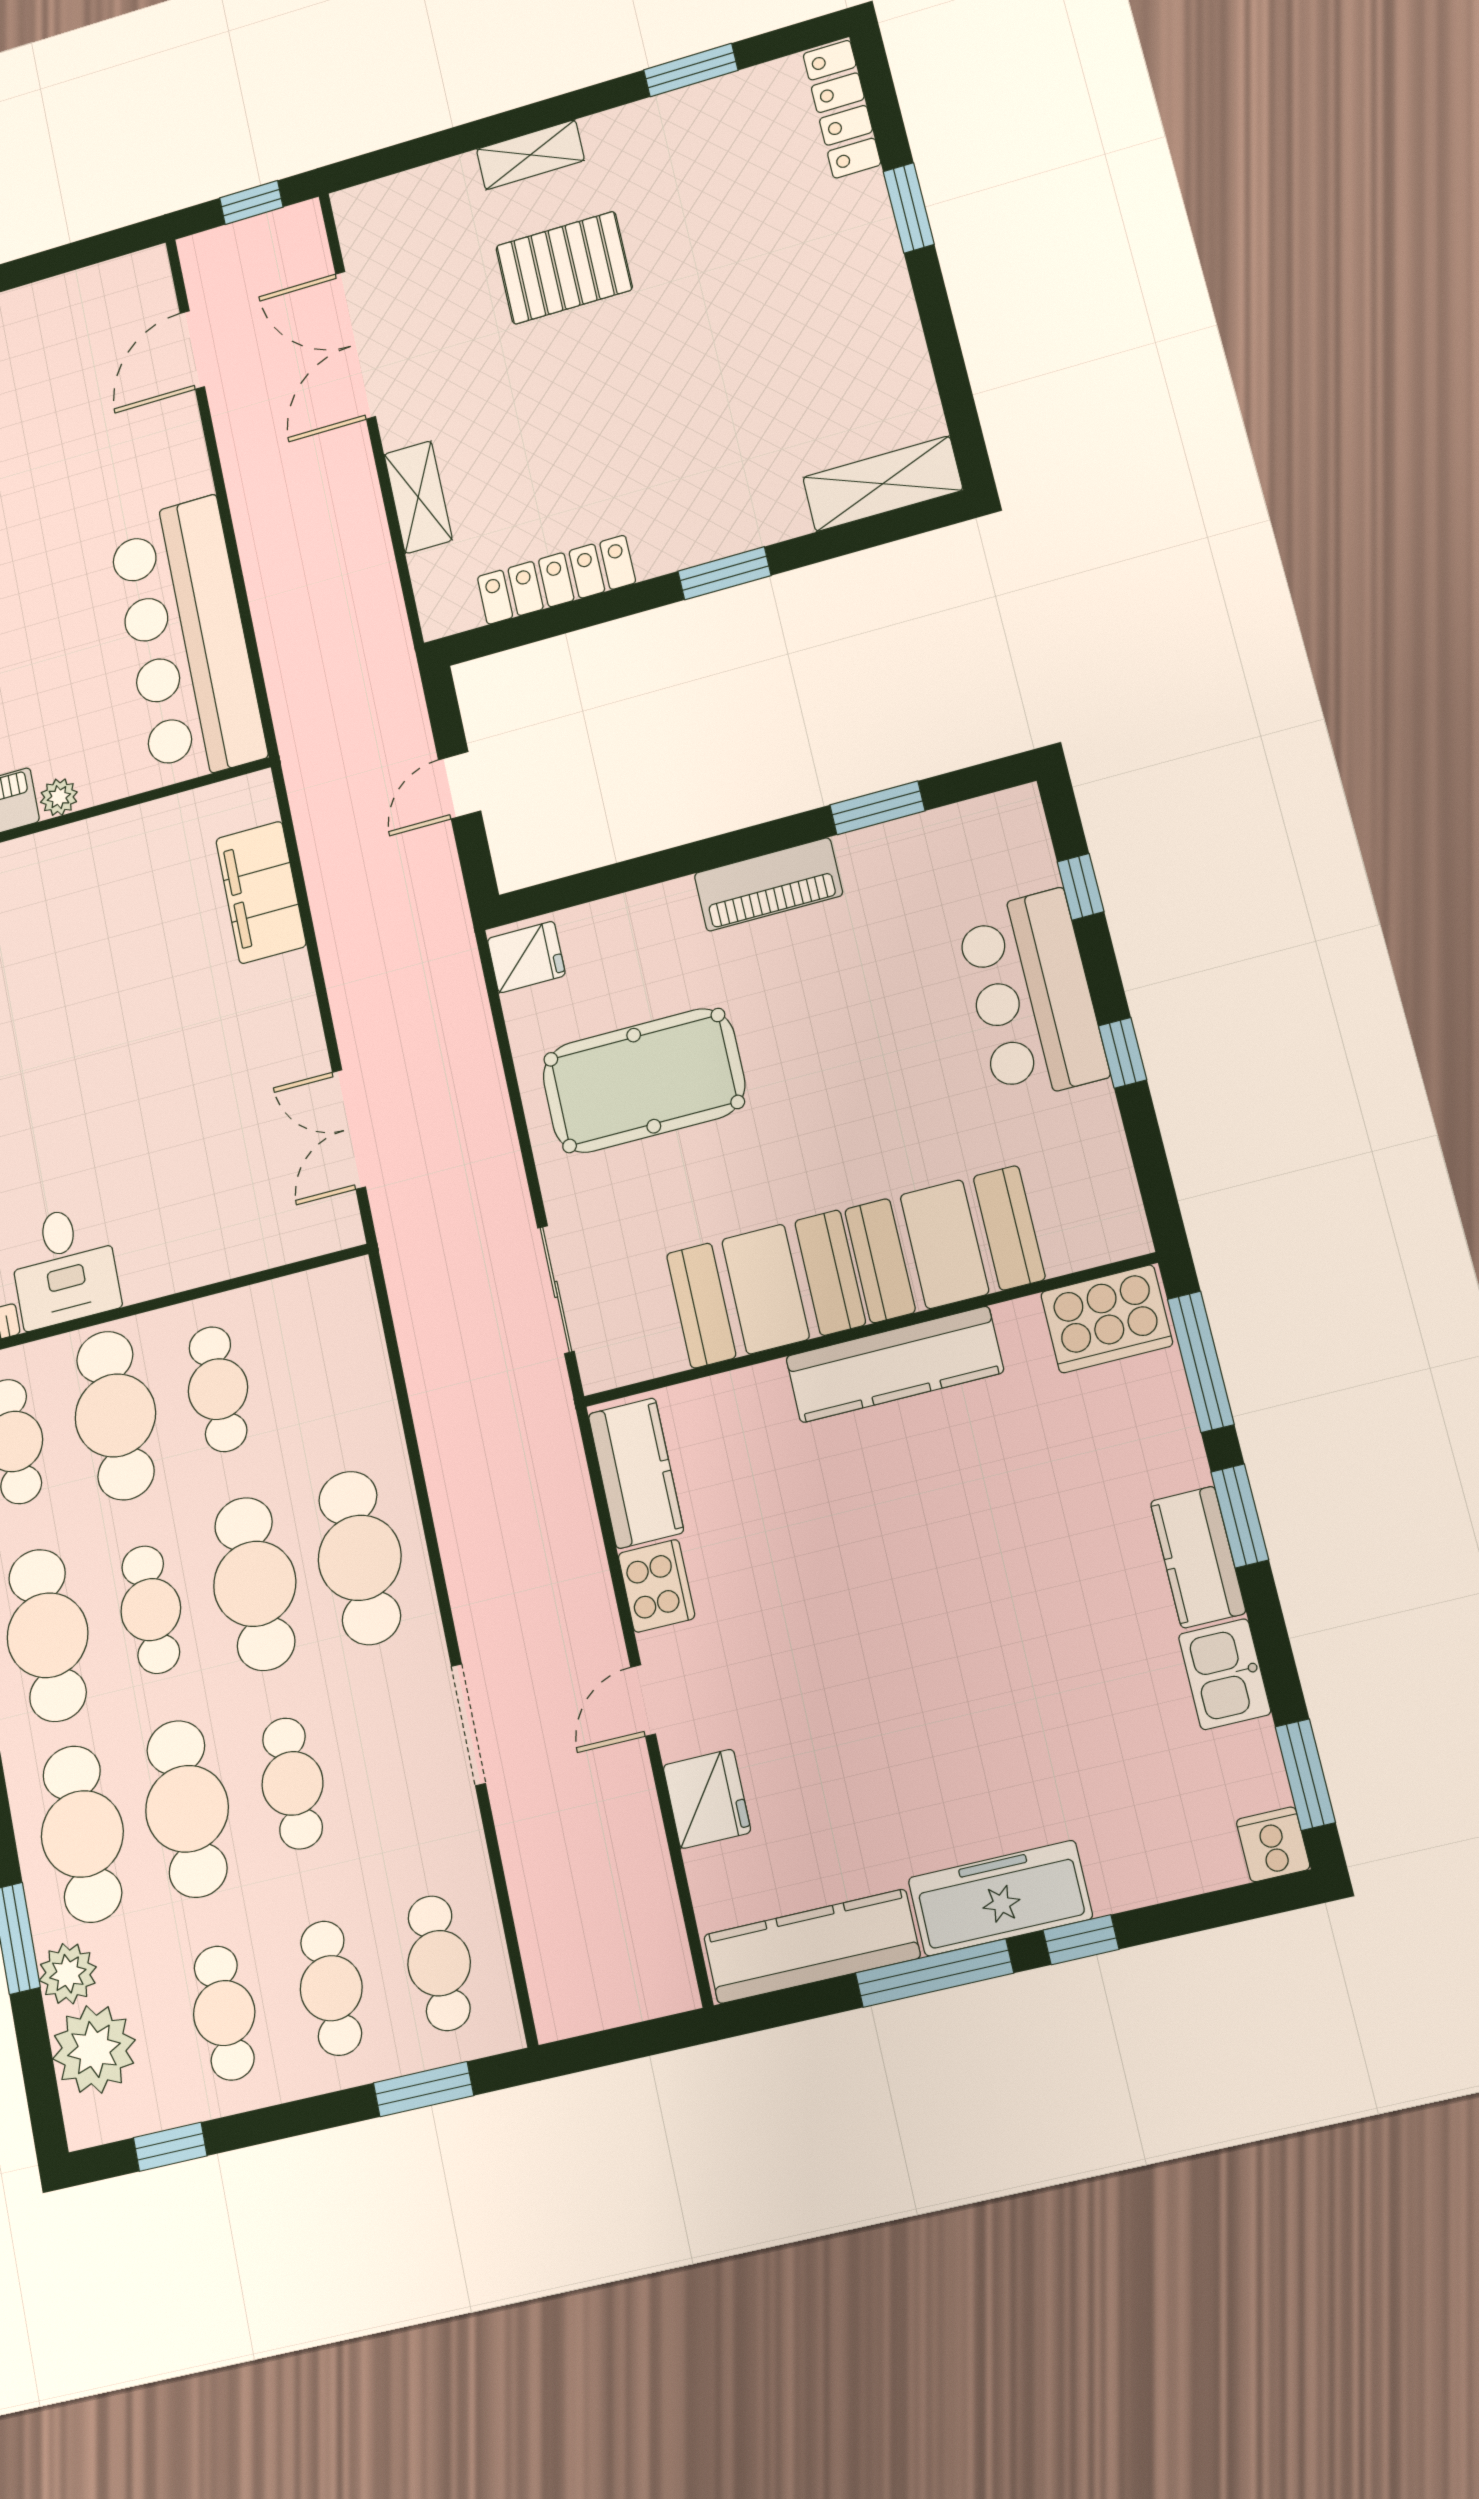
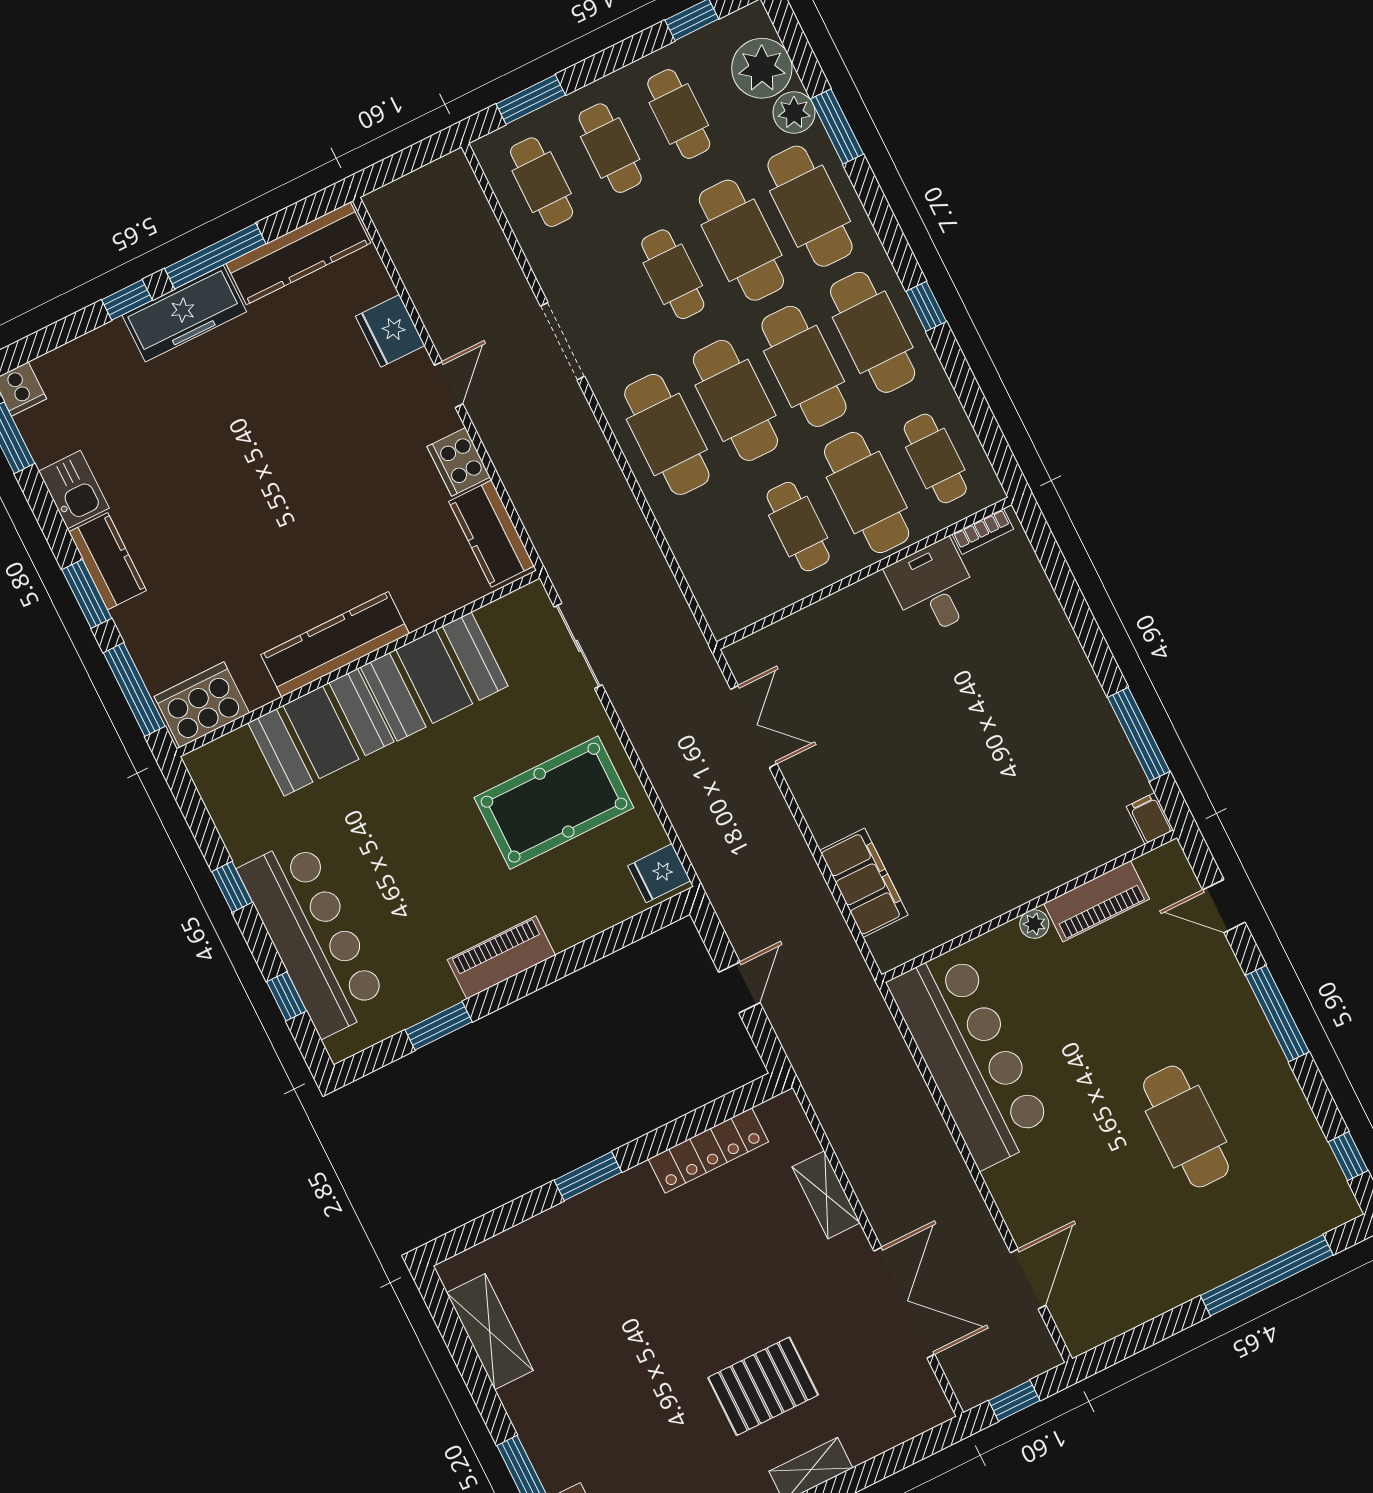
shelving: (883, 484) -> (490, 1332), moved, turned 90
bar counter: (1032, 996) -> (313, 937), width x1.36
cafe table: (151, 1610) -> (804, 366), width x1.37, depth x1.35

